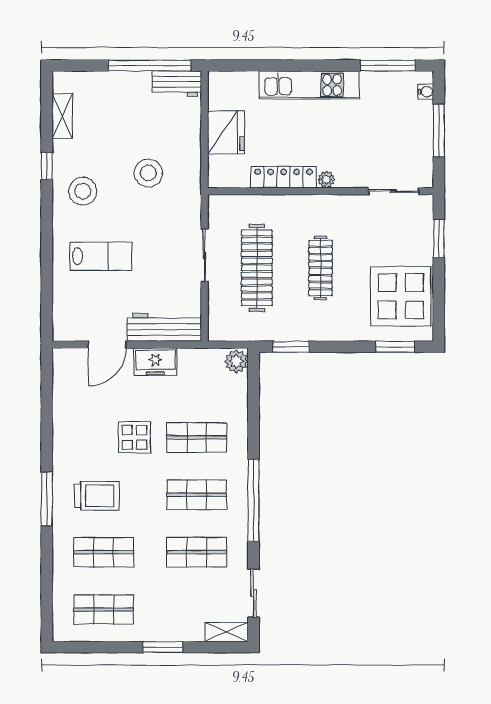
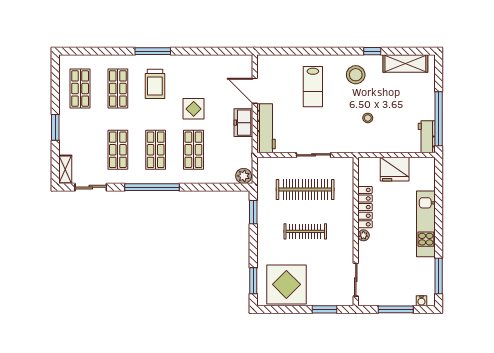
shelving: (62, 116) -> (405, 63), width x1.50, depth x1.33
stool: (148, 173) -> (368, 118), width x0.53, depth x0.53

